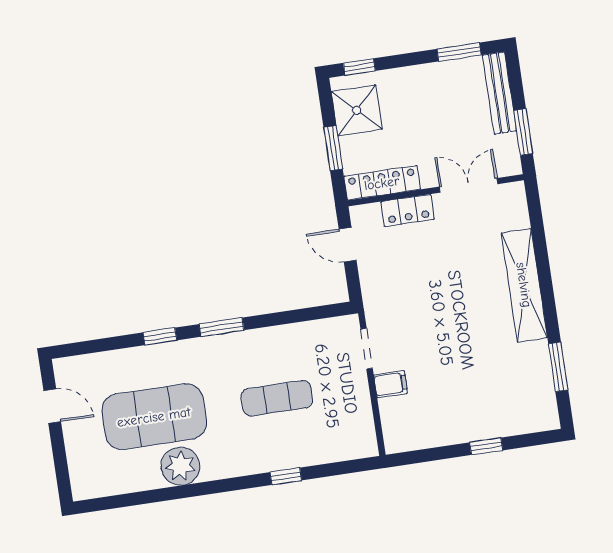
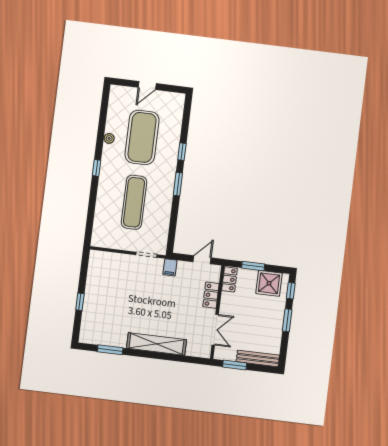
window: (459, 52) -> (287, 320), moved
locker: (382, 183) -> (229, 279), width x0.66
filing cabinet: (391, 384) -> (170, 267), moved
exercise mat: (277, 398) -> (134, 202), width x1.36, depth x1.45
door: (52, 406) -> (147, 85), moved
plant: (180, 466) -> (109, 138), width x0.53, depth x0.53
window: (286, 476) -> (97, 168), moved

